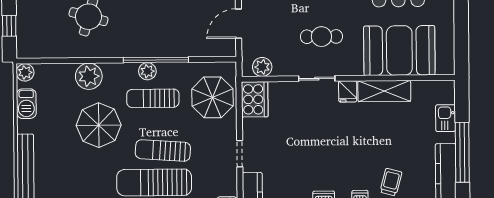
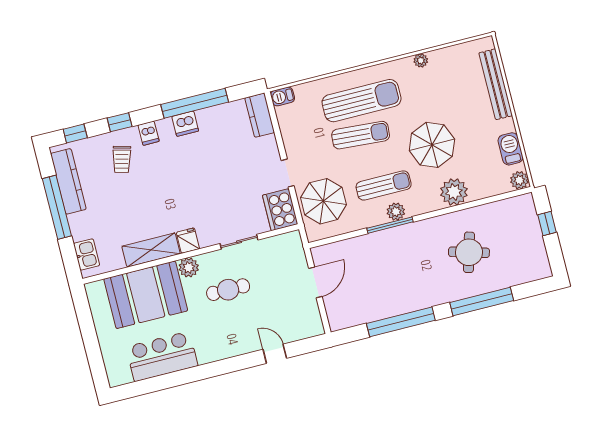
window: (156, 60) -> (390, 225), width x0.68
plant: (262, 67) -> (189, 268), moved
sliding door: (317, 79) -> (239, 242), moved
kitchen sink: (446, 118) -> (86, 254), moved
doorway: (240, 154) -> (288, 173), moved

